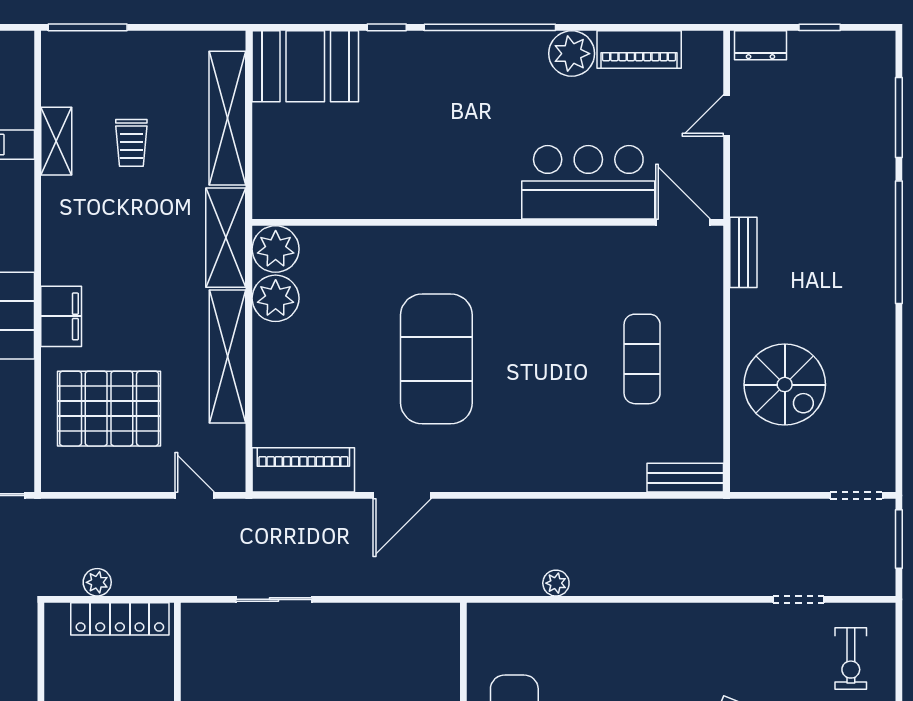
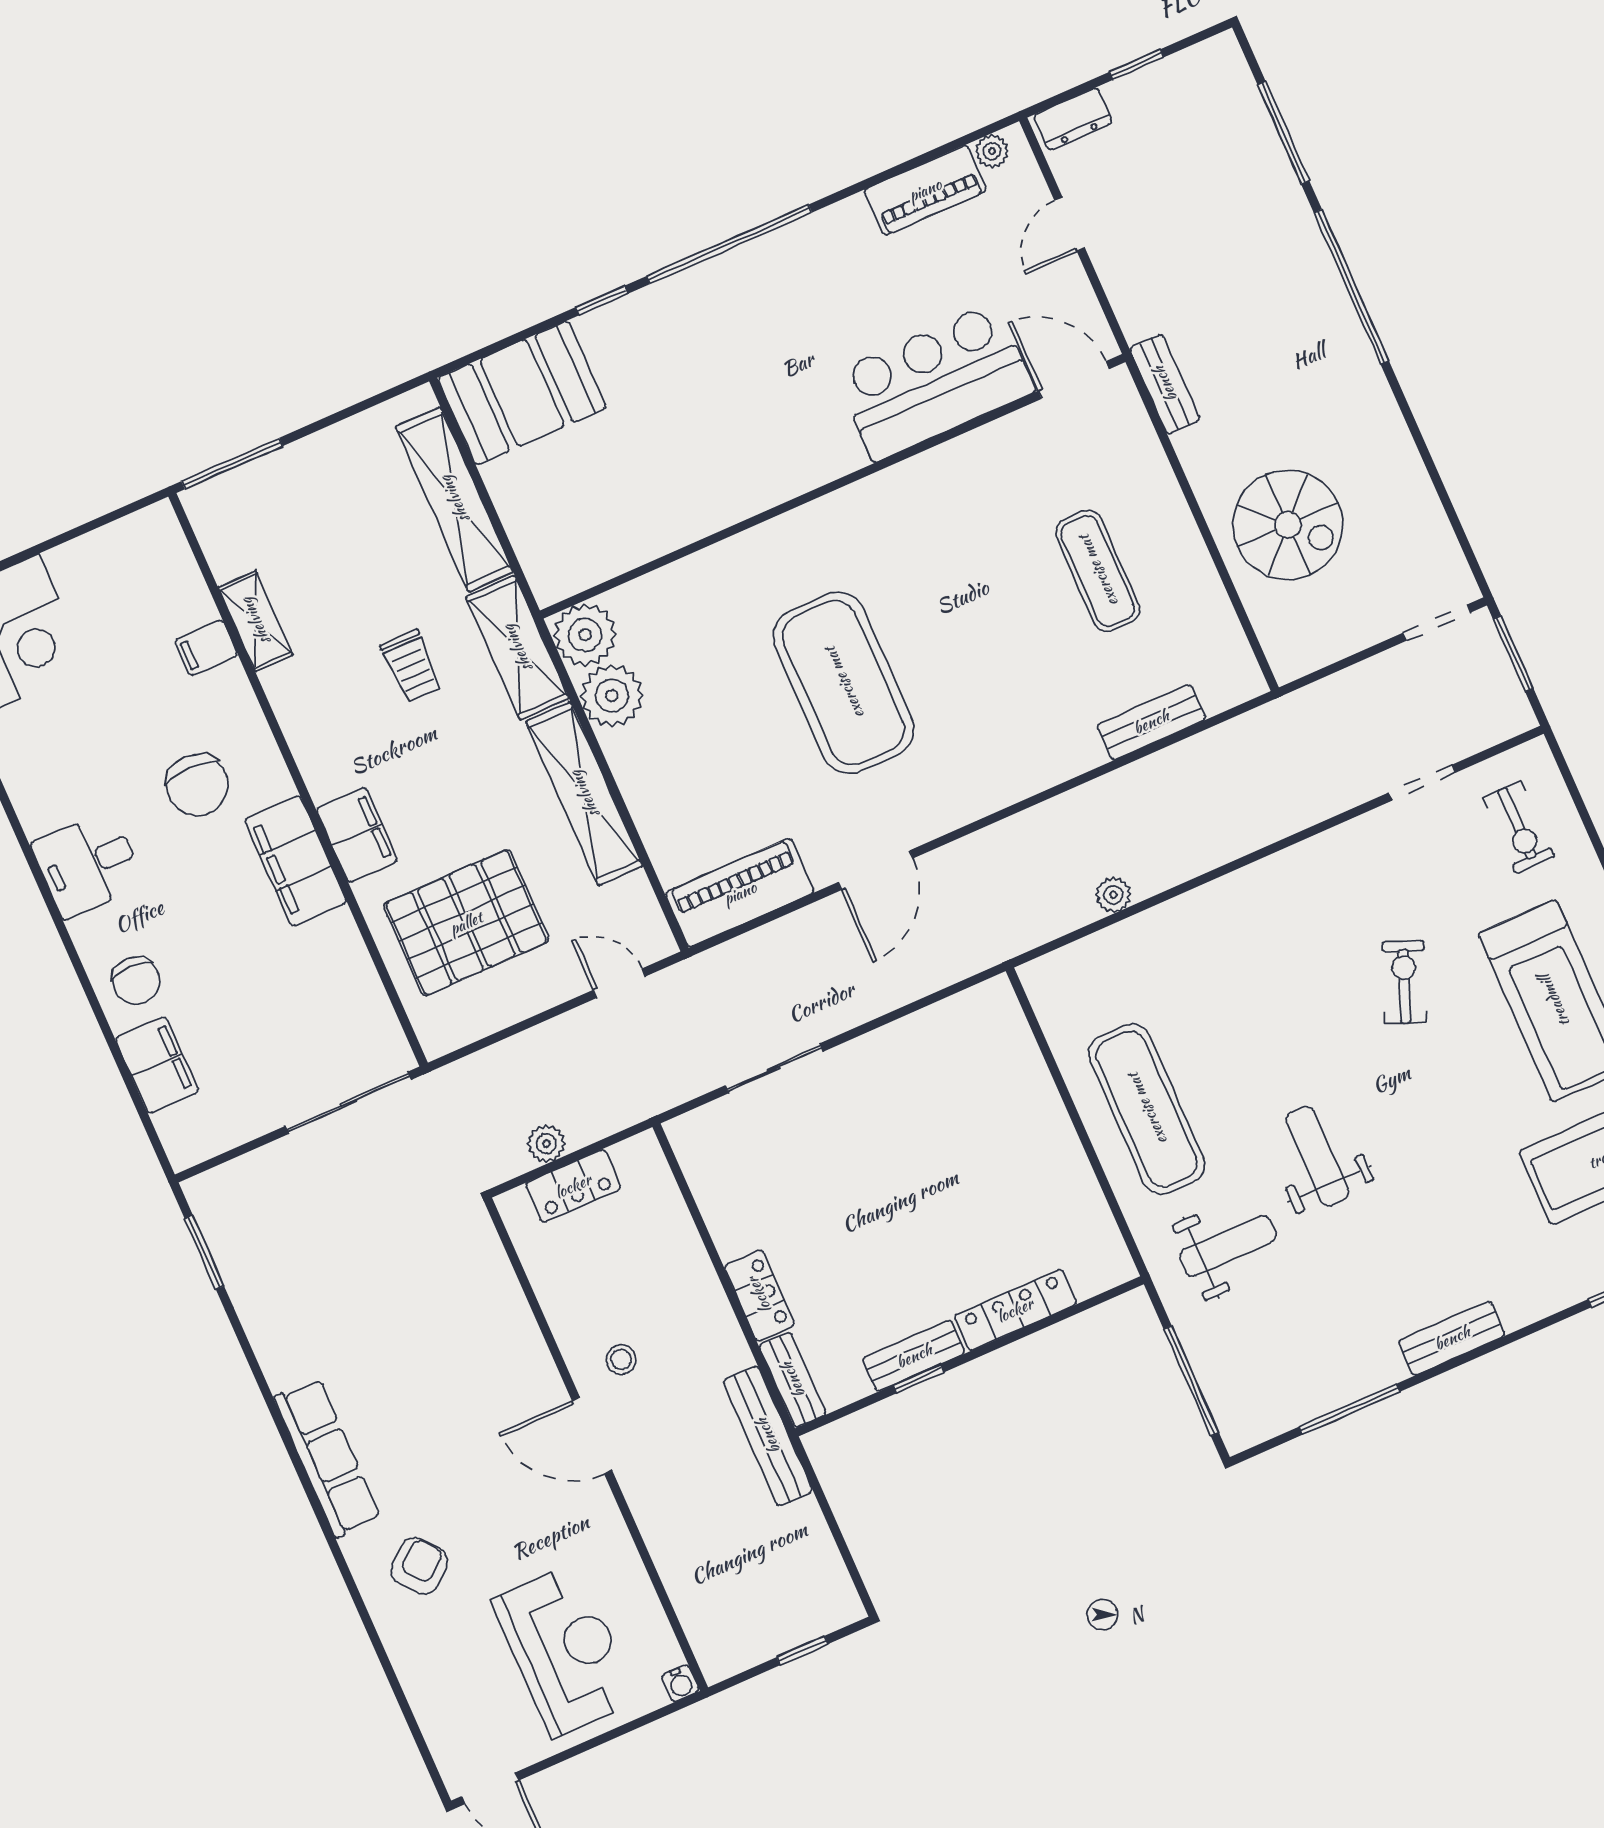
plant: (572, 54) -> (992, 151), moved, width x0.53, depth x0.53
trolley: (131, 143) -> (411, 666), moved
bench: (685, 478) -> (1151, 722), moved
locker: (120, 619) -> (573, 1186), width x0.66

